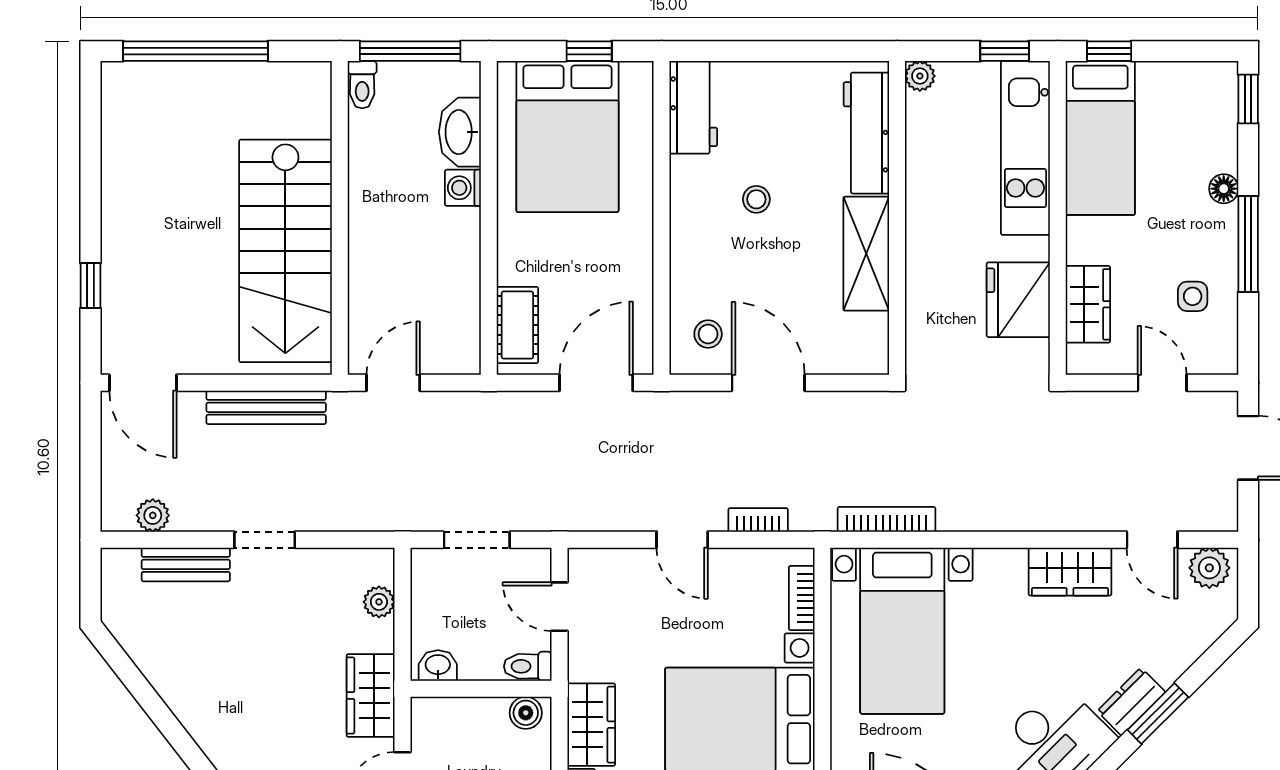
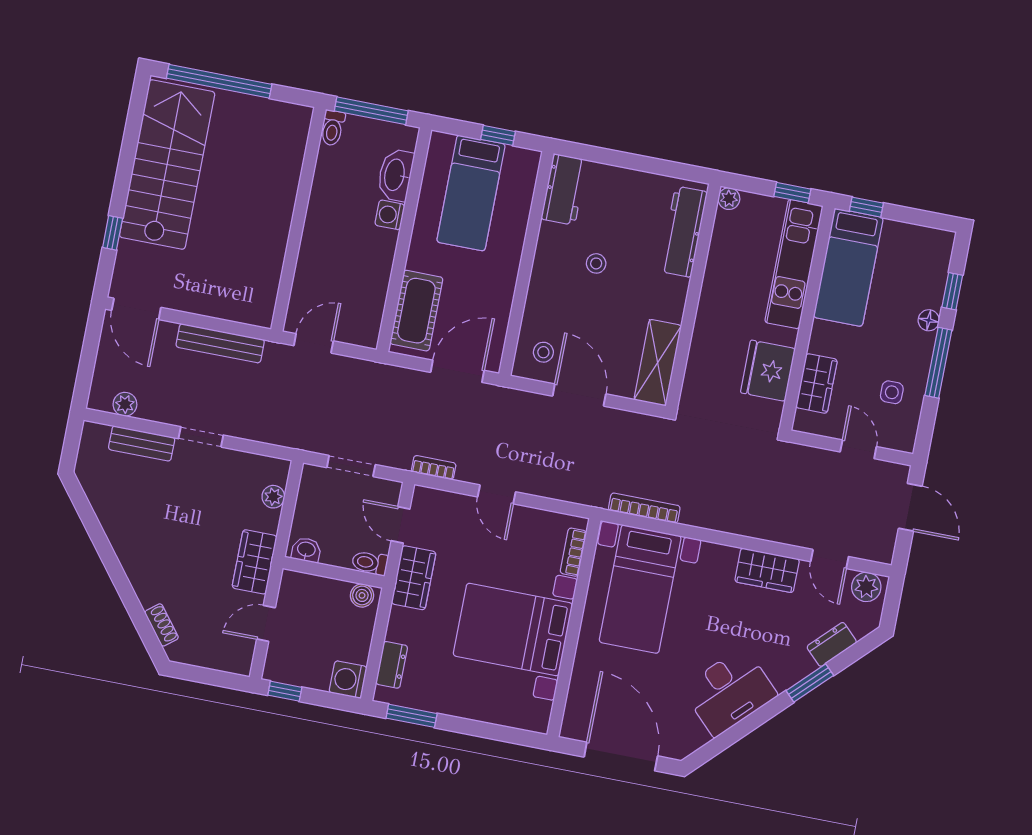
window: (1248, 99) -> (952, 291), moved
bed: (567, 137) -> (471, 193), width x0.67
stairs: (285, 251) -> (167, 165), moved, turned 180
shelving: (866, 254) -> (658, 363), moved
cot: (517, 325) -> (416, 311), width x1.37, depth x1.34
bookcase: (758, 520) -> (434, 468), moved
dresser: (1131, 702) -> (832, 644), moved
wardrobe: (591, 725) -> (414, 578), moved

